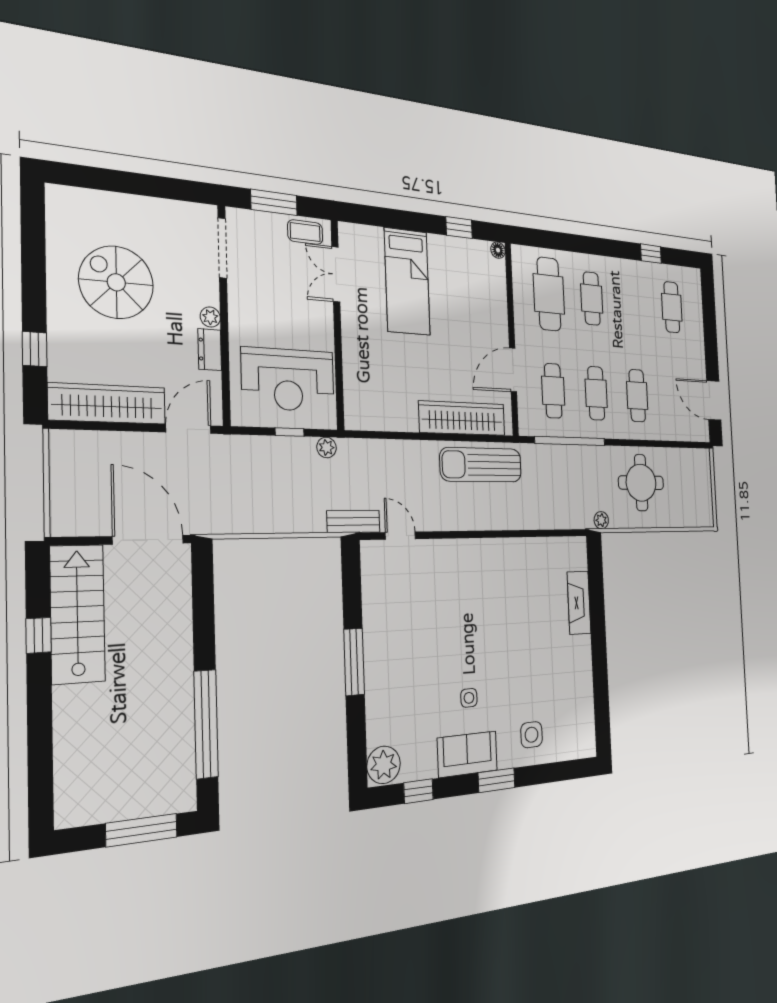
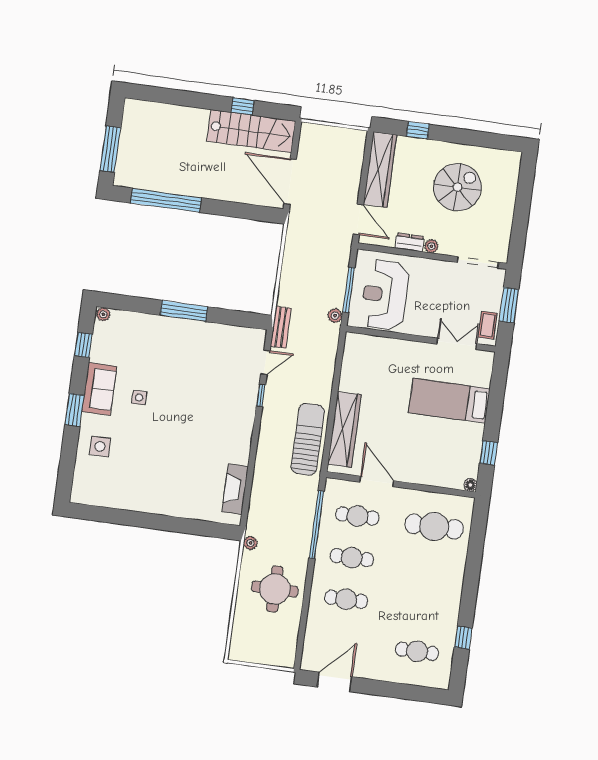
cafe table: (592, 299) -> (428, 568), removed
window: (290, 432) -> (349, 290), width x2.17
window: (441, 535) -> (261, 395), added
door: (148, 540) -> (290, 182), swing flipped
fireplace: (579, 603) -> (235, 489), moved, turned -90
plant: (384, 765) -> (103, 314), width x0.53, depth x0.53

